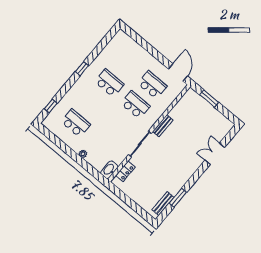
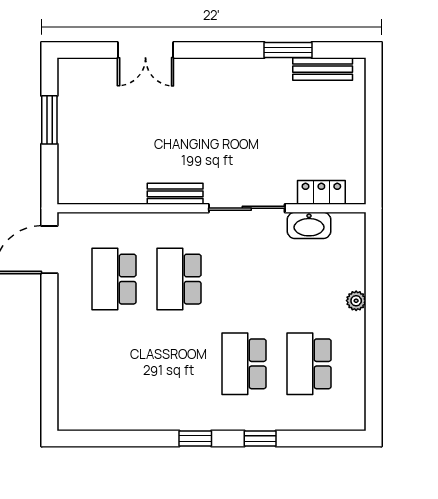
school desk: (109, 83) -> (244, 364), moved
window: (209, 99) -> (49, 120), moved
window: (51, 106) -> (260, 439), moved
washbasin: (109, 170) -> (309, 225), moved

